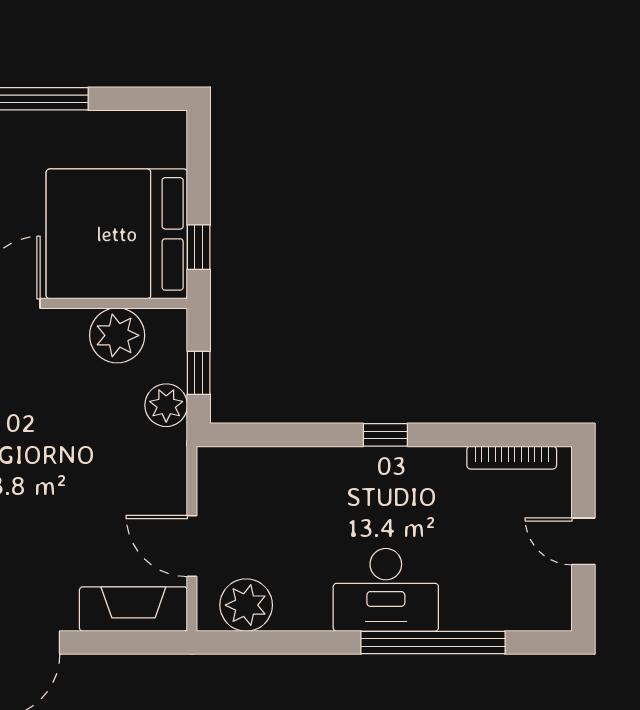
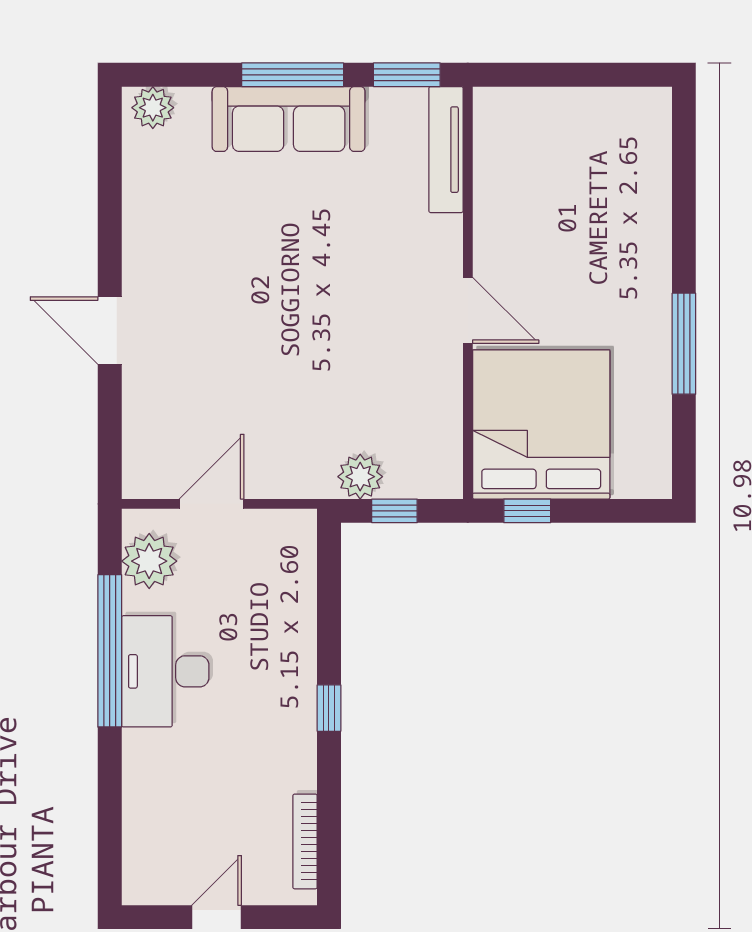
plant: (117, 335) -> (434, 425), removed
desk: (386, 590) -> (165, 671), moved
fireplace: (133, 609) -> (145, 442), removed
window: (433, 642) -> (110, 651), moved

